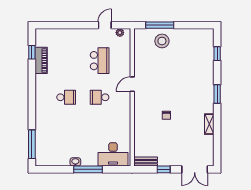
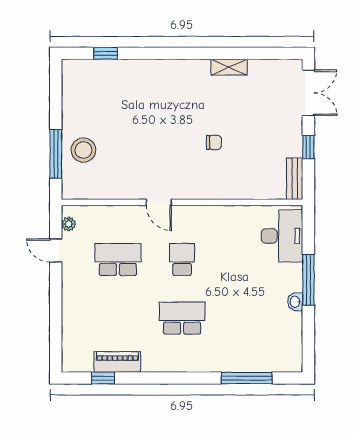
window: (217, 94) -> (176, 53), removed
school desk: (66, 97) -> (182, 318), width x1.85
school desk: (100, 97) -> (182, 259), turned 180
window: (32, 144) -> (247, 378), moved

